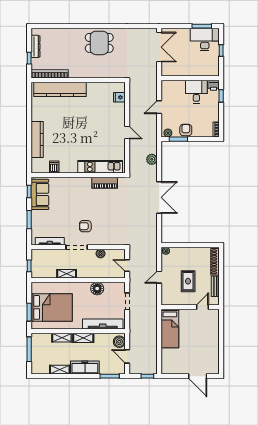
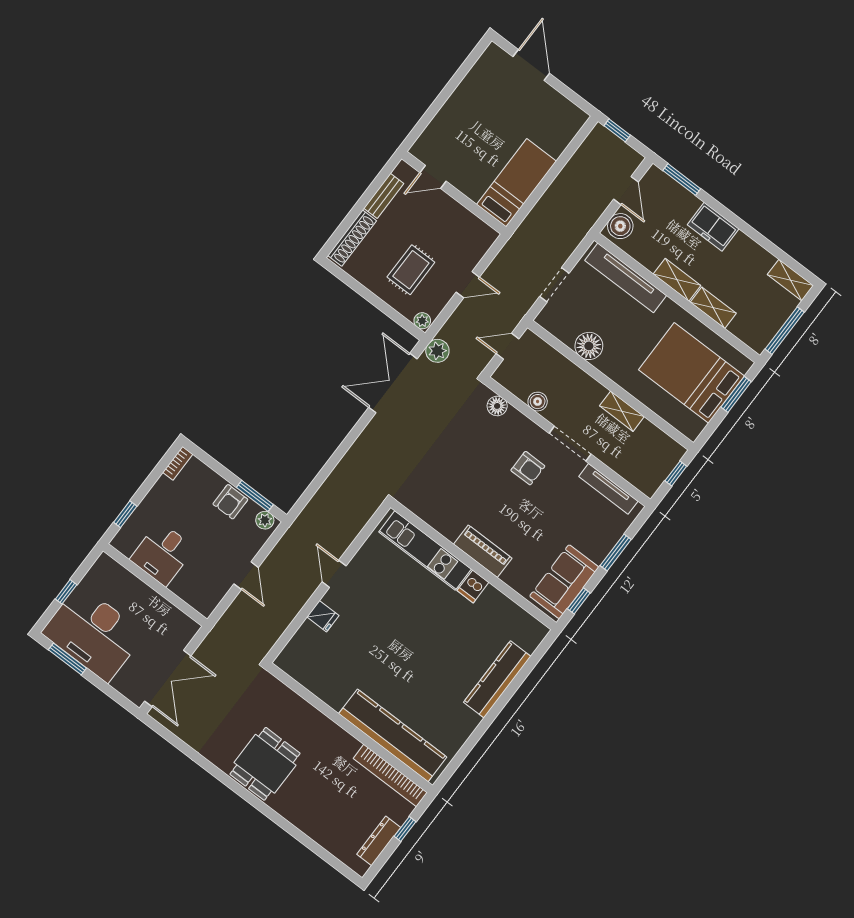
desk: (205, 39) -> (93, 633), width x1.36, depth x1.30
dining table: (99, 43) -> (265, 764), turned 90
double door: (159, 47) -> (168, 678), swing flipped
printer: (214, 85) -> (124, 542), removed
fridge: (119, 97) -> (323, 616), moved
door: (159, 107) -> (246, 576), hinge flipped
plant: (152, 159) -> (437, 351), moved
dishwasher: (54, 167) -> (473, 586), moved
piano: (105, 183) -> (483, 551), moved
double door: (159, 197) -> (393, 383), moved
floor lamp: (114, 241) -> (497, 406), added
door: (127, 266) -> (507, 346), swing flipped
rug: (188, 281) -> (411, 270), moved
freezer: (85, 368) -> (713, 227), width x0.71
shelving: (60, 370) -> (790, 280), moved

